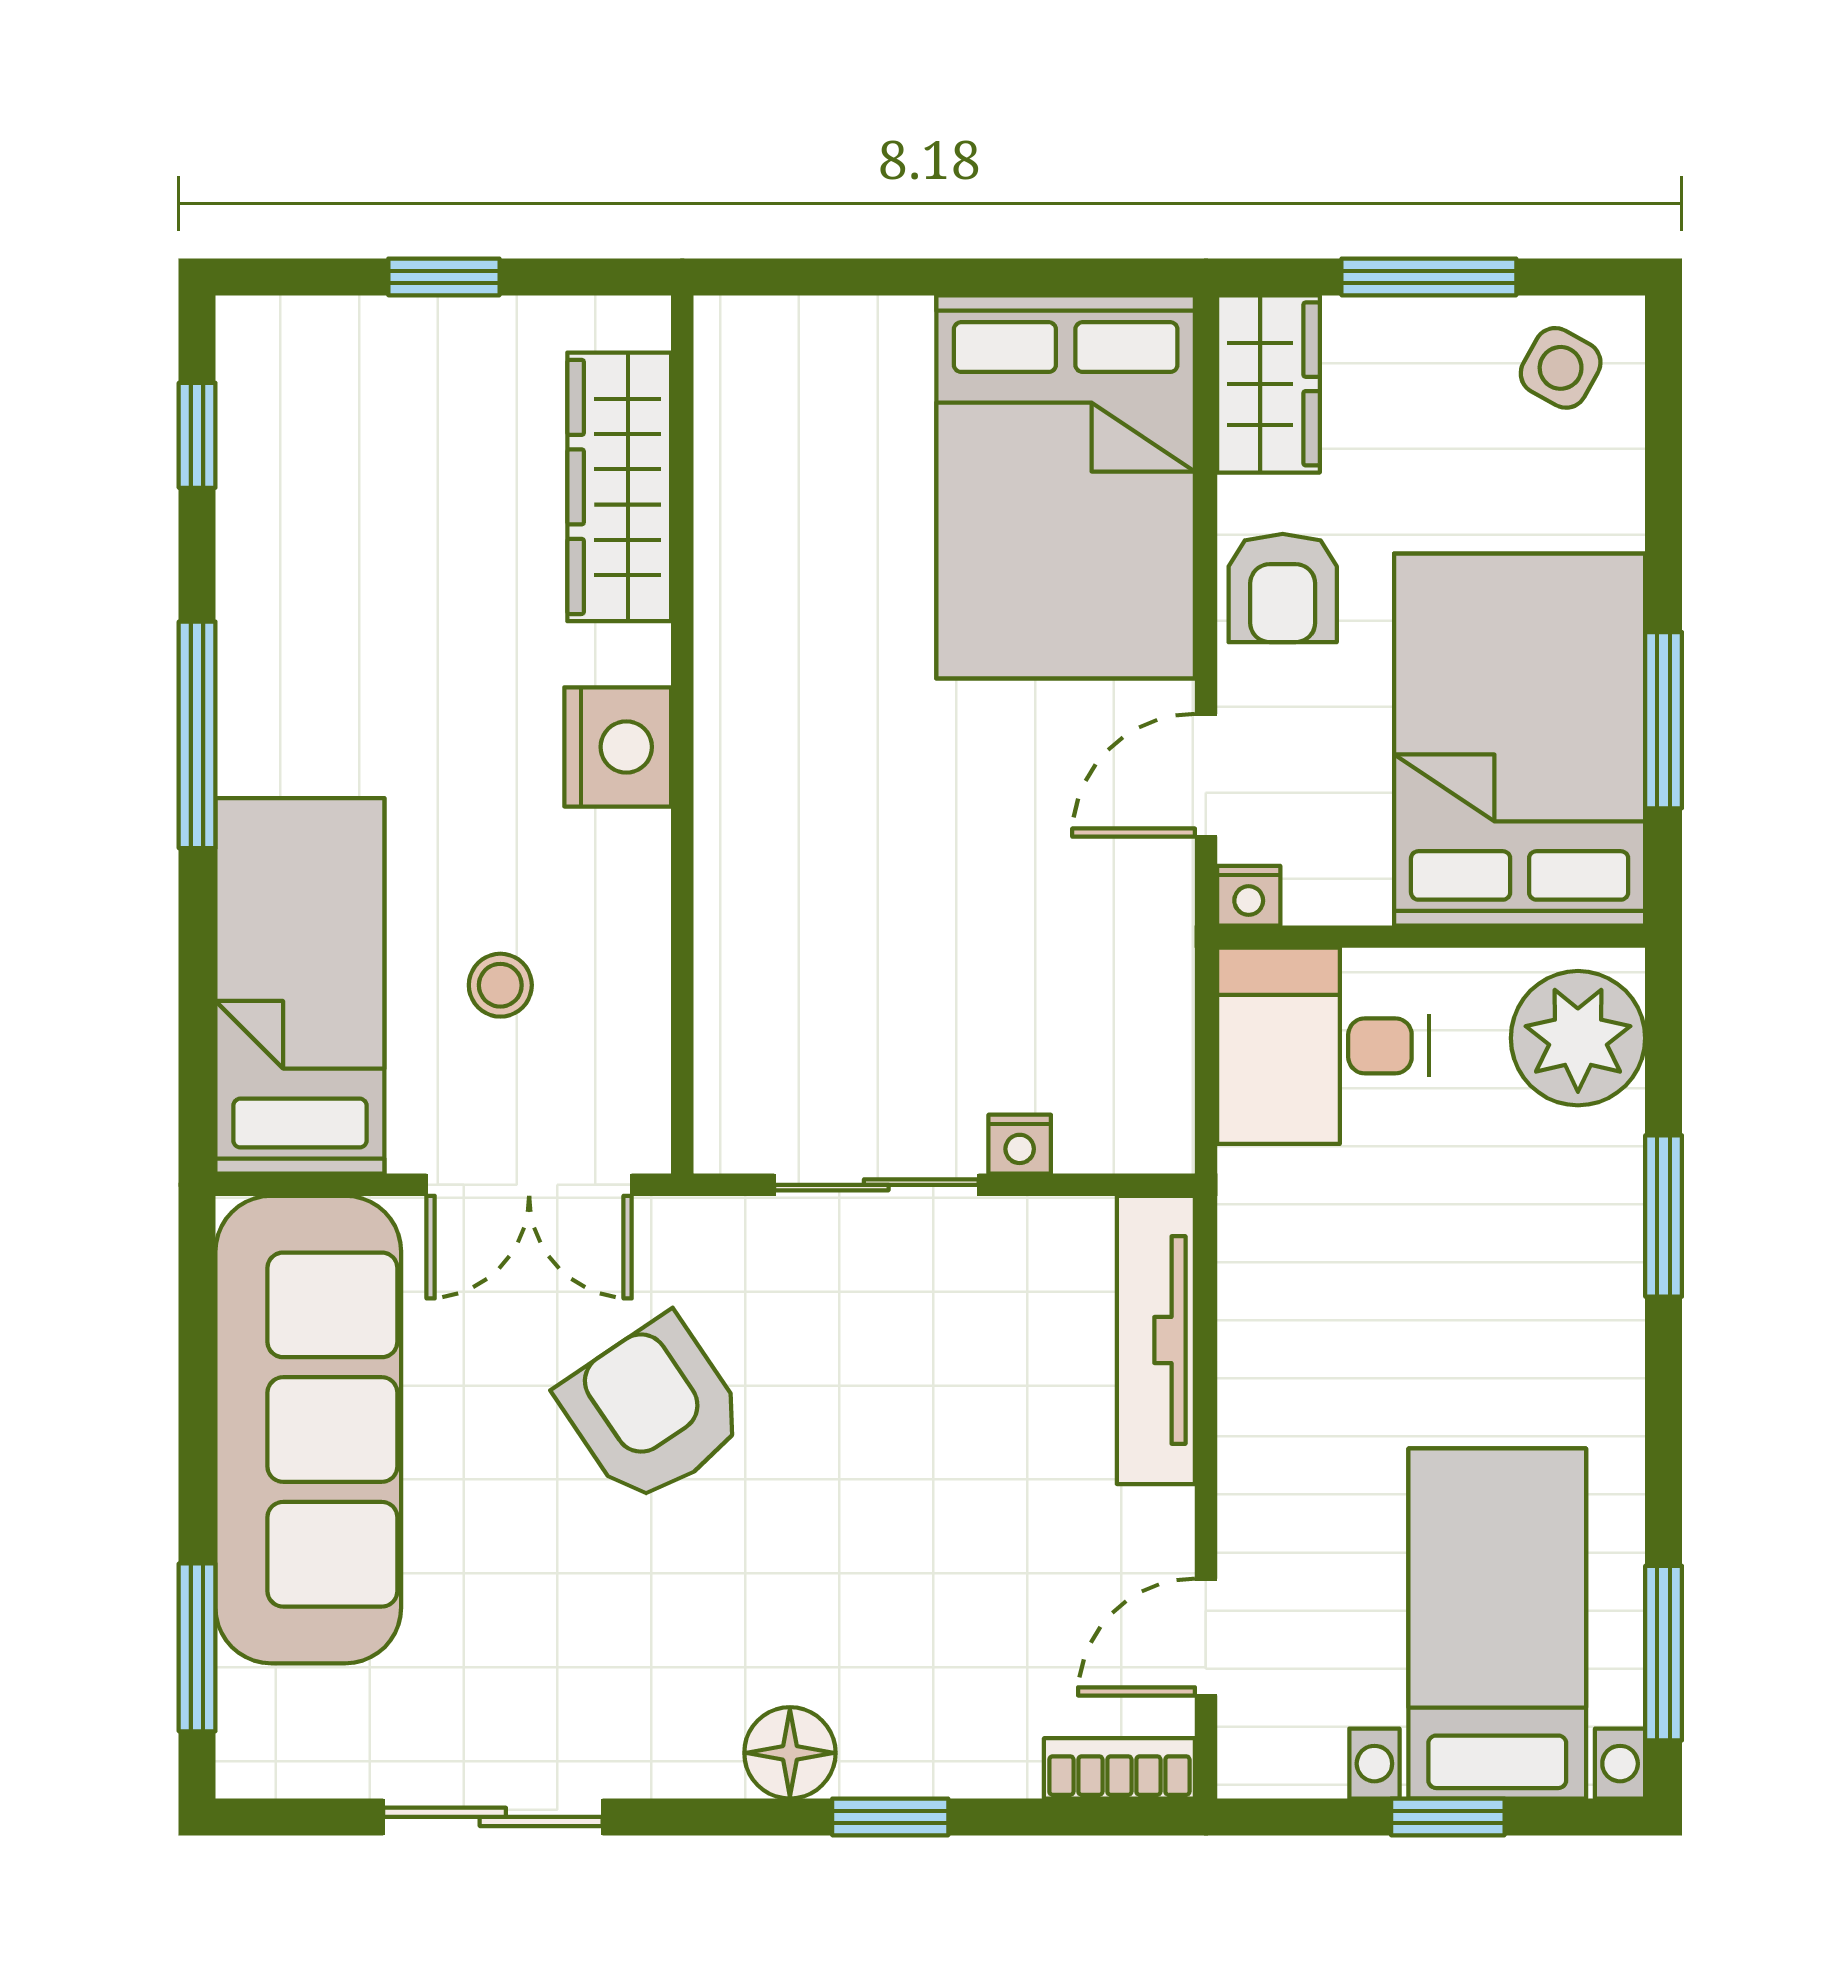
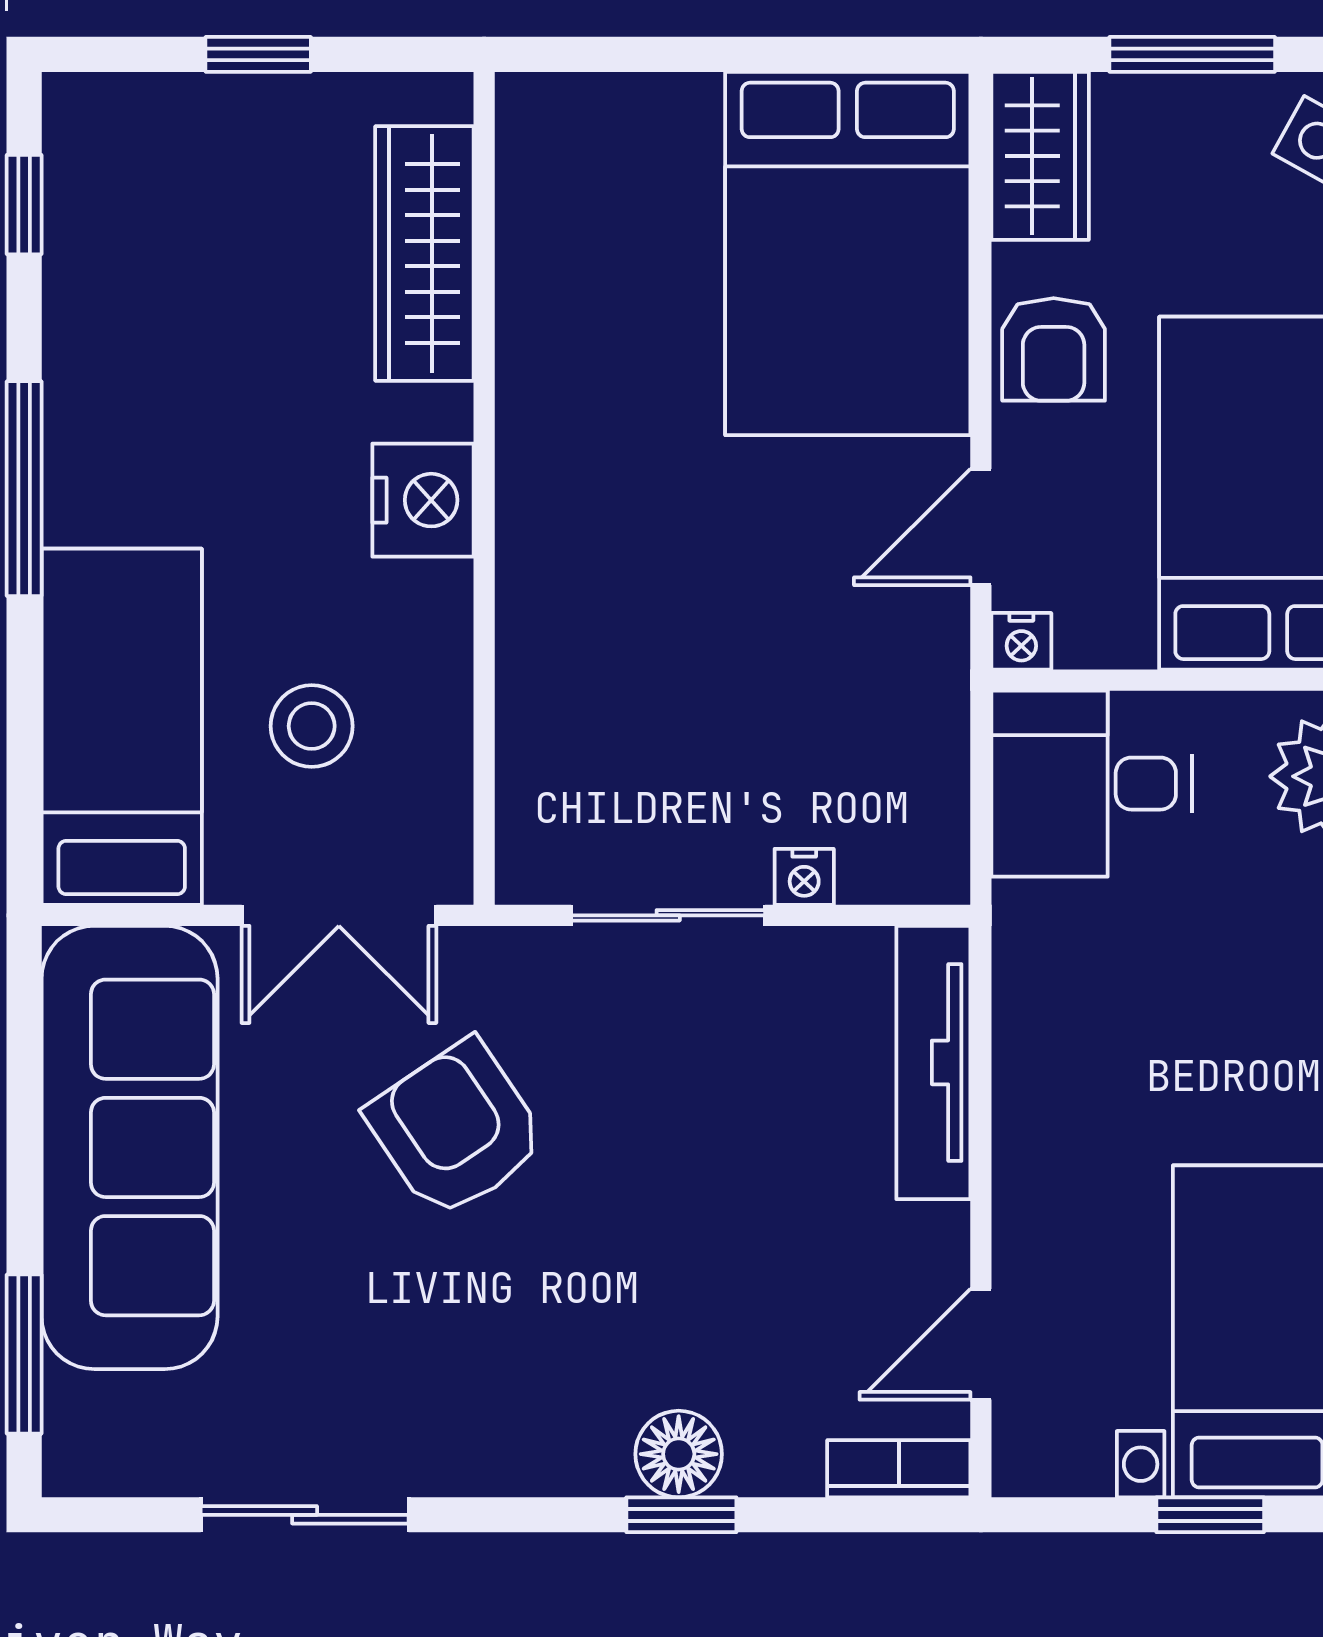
stool: (500, 985) -> (312, 726), width x1.37, depth x1.37
floor lamp: (790, 1753) -> (679, 1454), moved

